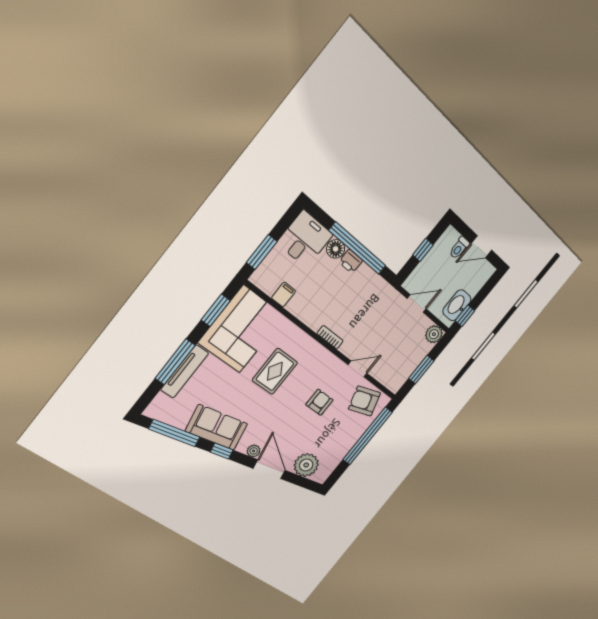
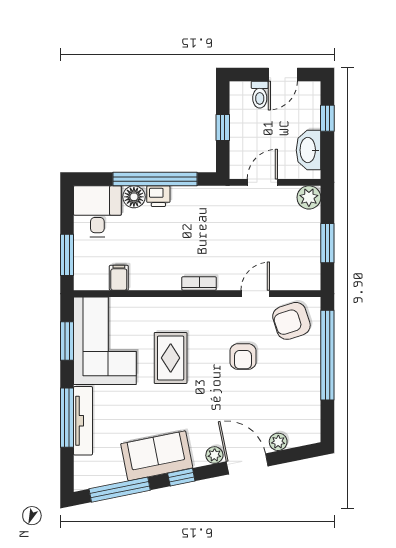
window: (465, 316) -> (327, 118), moved
armchair: (319, 402) -> (243, 357), turned 180
plant: (306, 465) -> (278, 442), width x0.53, depth x0.53

